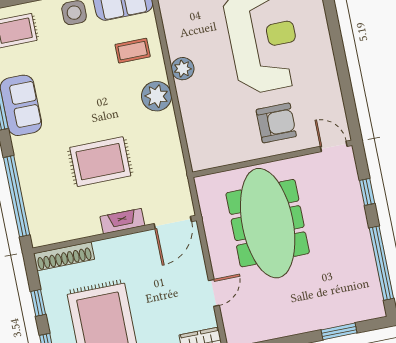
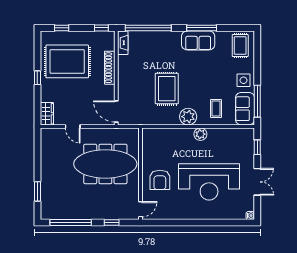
rug: (100, 162) -> (167, 89), moved
fireplace: (122, 221) -> (123, 43), moved
shoe rack: (64, 256) -> (110, 68), moved
window: (38, 303) -> (101, 28), moved

